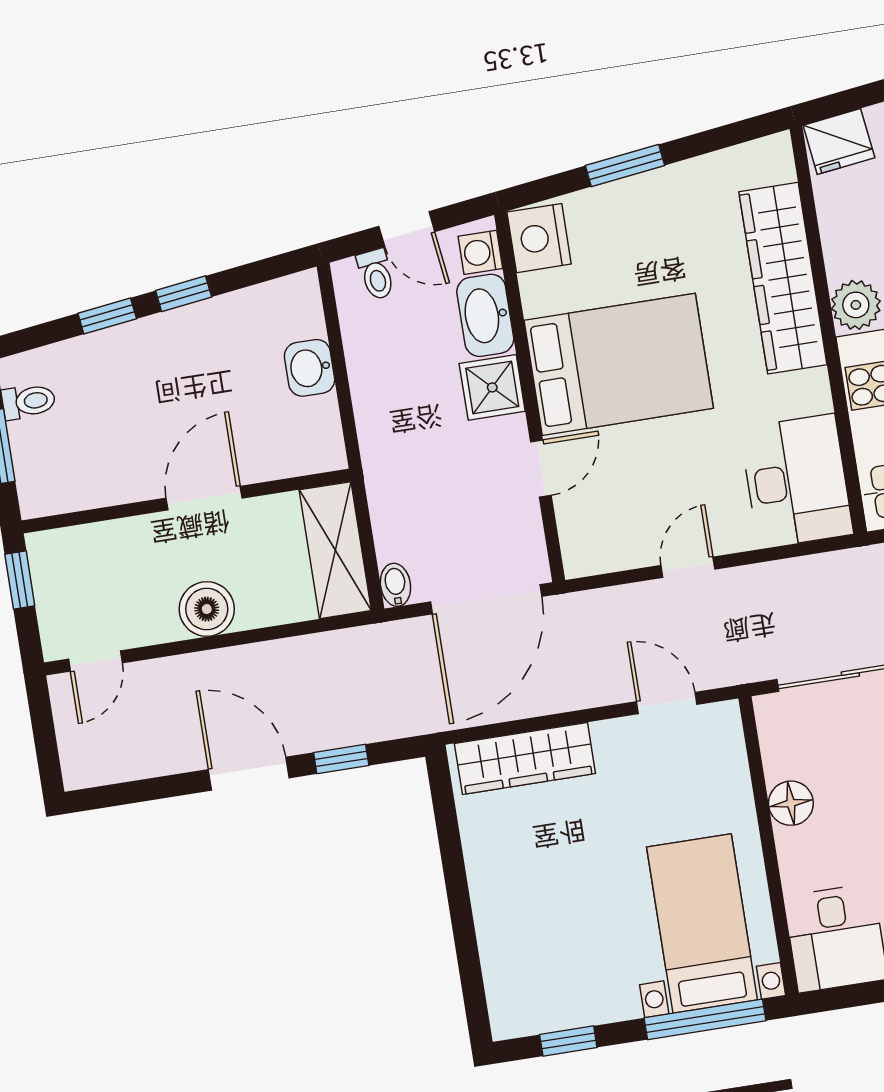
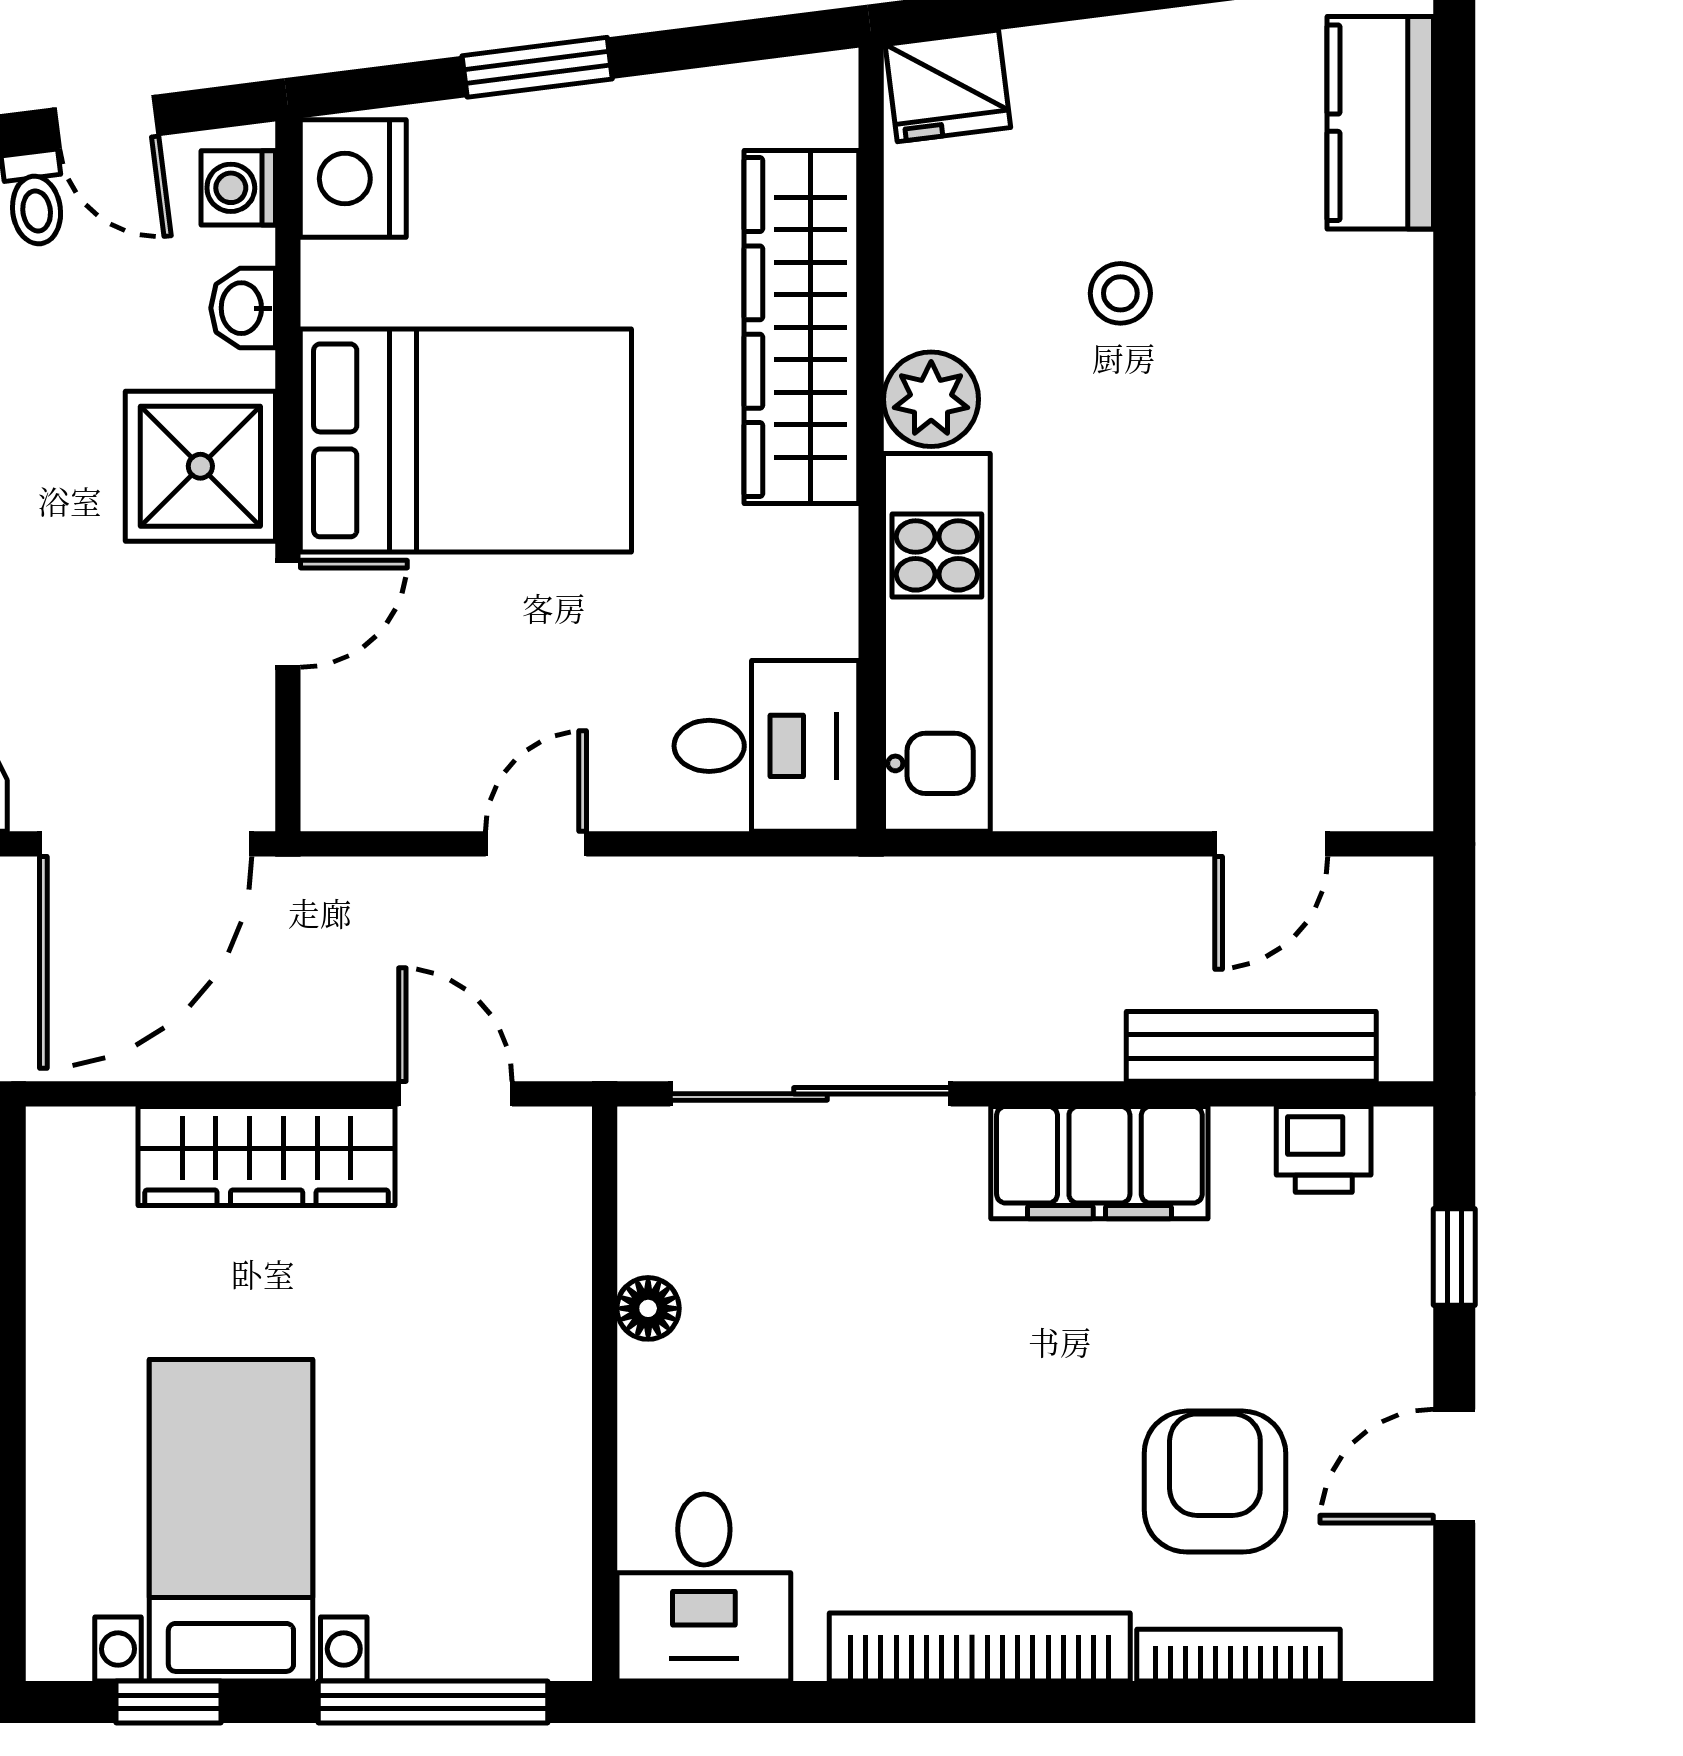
washbasin: (485, 315) -> (243, 308), width x0.52, depth x0.69
shower: (492, 387) -> (200, 466), width x1.36, depth x1.36
desk: (796, 481) -> (766, 746), width x0.73
wardrobe: (525, 758) -> (267, 1156), moved
floor lamp: (791, 803) -> (648, 1308), width x0.73, depth x0.73
bed with nightstands: (702, 923) -> (231, 1520), moved

